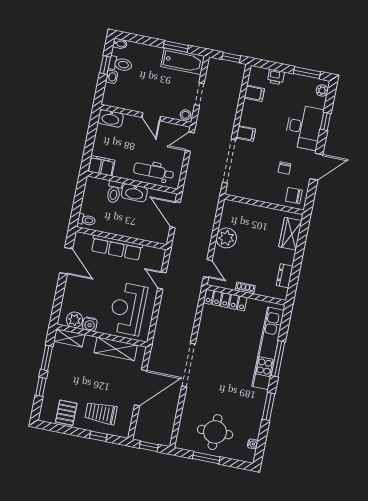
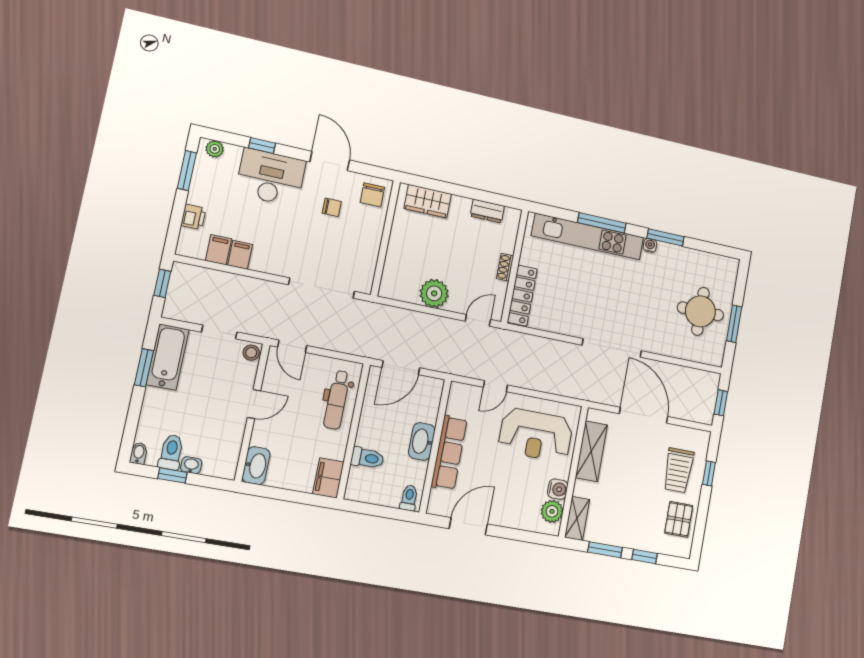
filing cabinet: (246, 133) -> (240, 255), moved
washbasin: (134, 193) -> (422, 441), moved, turned 180
pallet: (66, 413) -> (679, 519), turned 90
water cooler: (253, 444) -> (650, 245), moved

